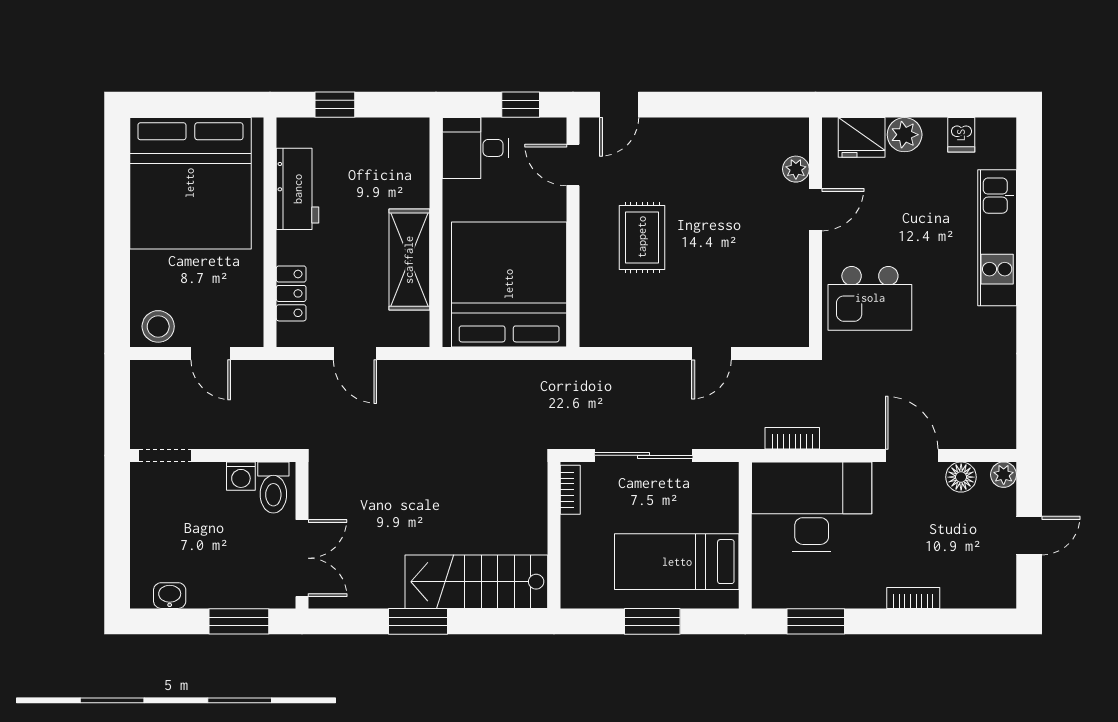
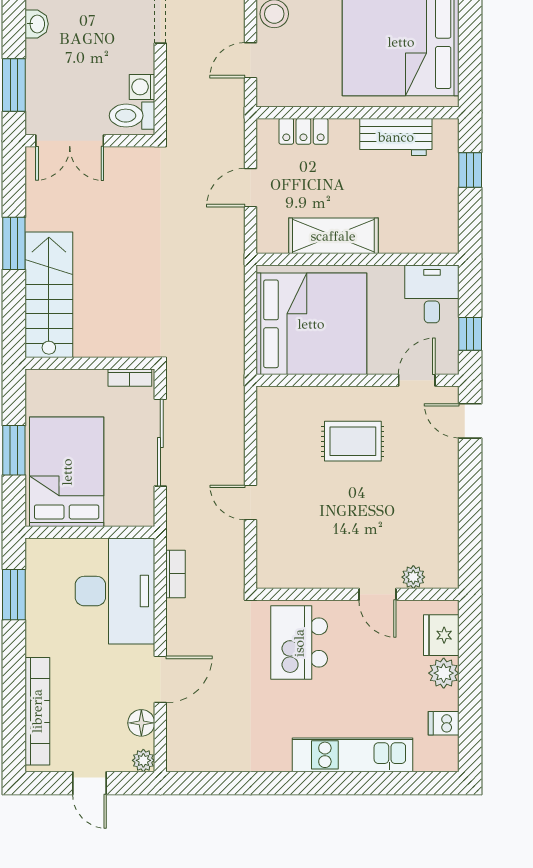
bed: (677, 562) -> (67, 472), width x1.50
bookcase: (913, 598) -> (37, 711), width x2.31, depth x1.31

